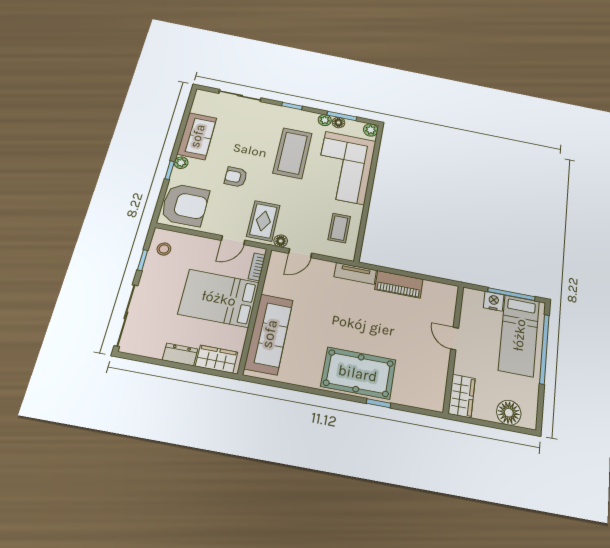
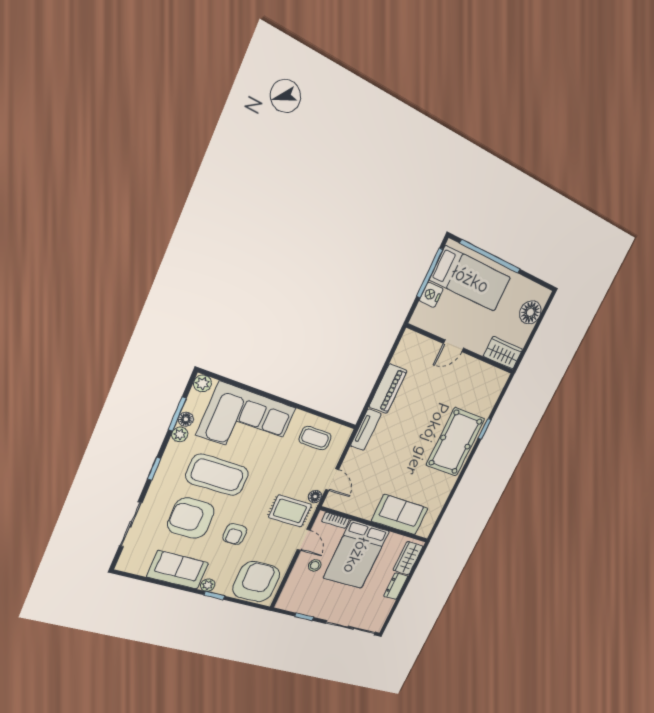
armchair: (249, 139) -> (191, 518), added
stool: (164, 249) -> (315, 565), moved
sofa: (269, 334) -> (400, 515), width x0.73

